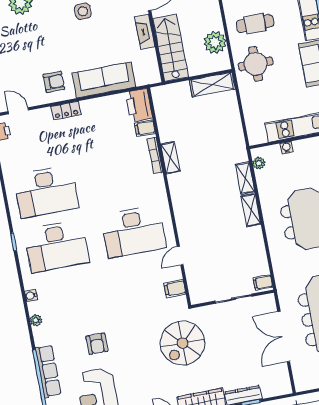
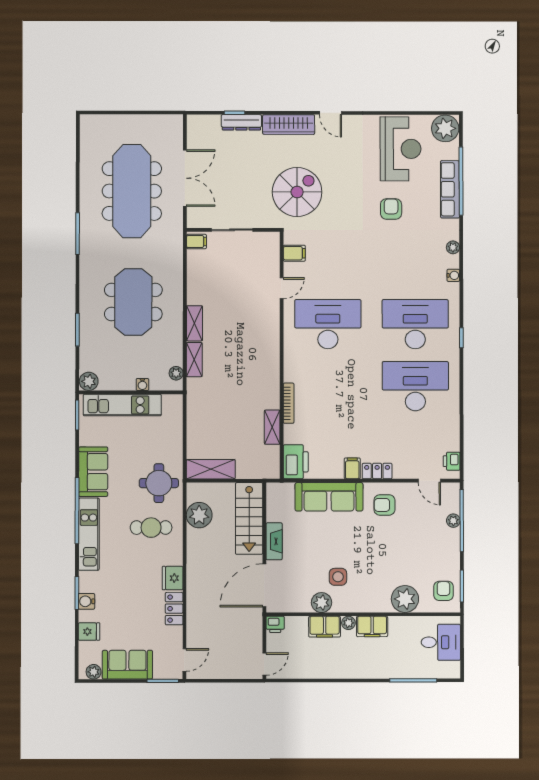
filing cabinet: (145, 128) -> (352, 468), moved, turned -90
shelving: (170, 158) -> (272, 427), moved

